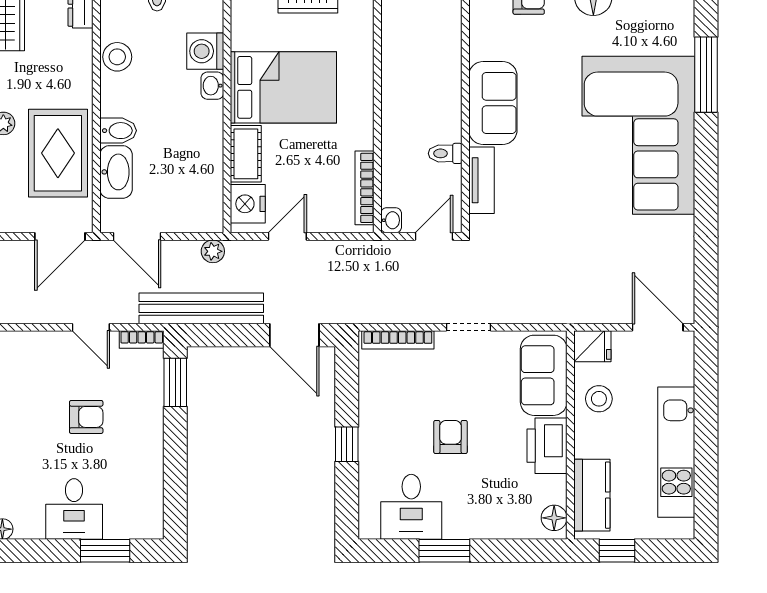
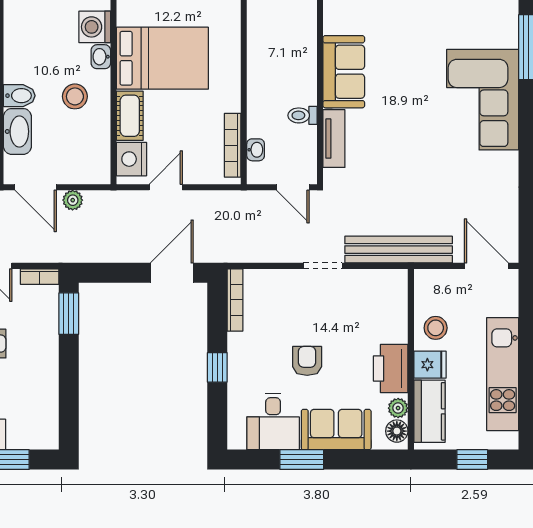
stool: (117, 57) -> (75, 96), moved
corner sofa: (638, 135) -> (483, 100), width x0.73, depth x0.74
washbasin: (391, 220) -> (256, 150), moved
door: (434, 236) -> (293, 187), swing flipped
plant: (213, 251) -> (73, 200), moved
bench: (201, 308) -> (399, 250), moved
door: (294, 335) -> (172, 273), swing flipped
bookcase: (398, 340) -> (235, 300), moved, turned -90
fridge: (592, 346) -> (430, 365), moved
sofa: (544, 375) -> (336, 430), moved, turned 90
plant: (556, 491) -> (398, 408), added
window: (617, 551) -> (472, 460), moved

